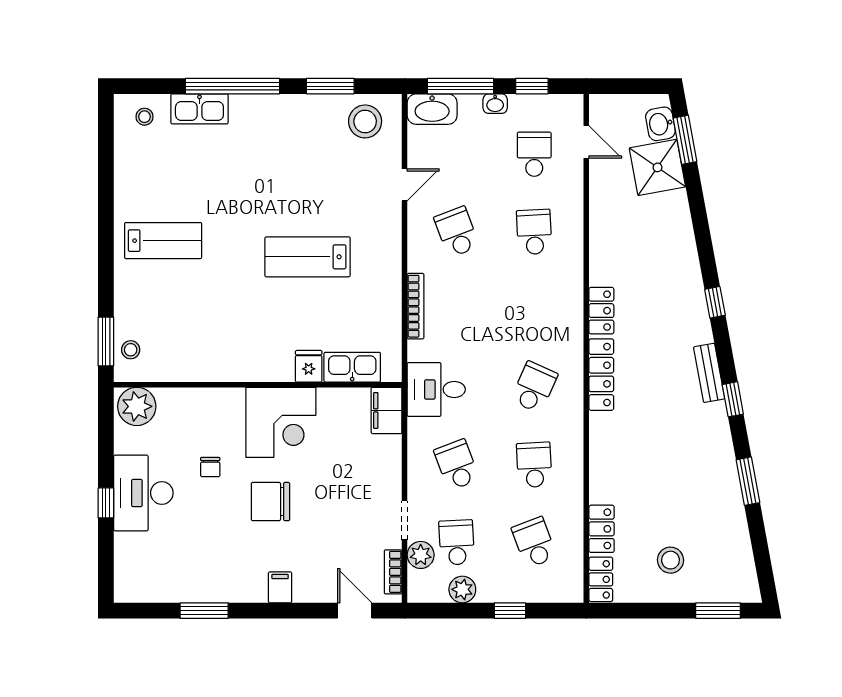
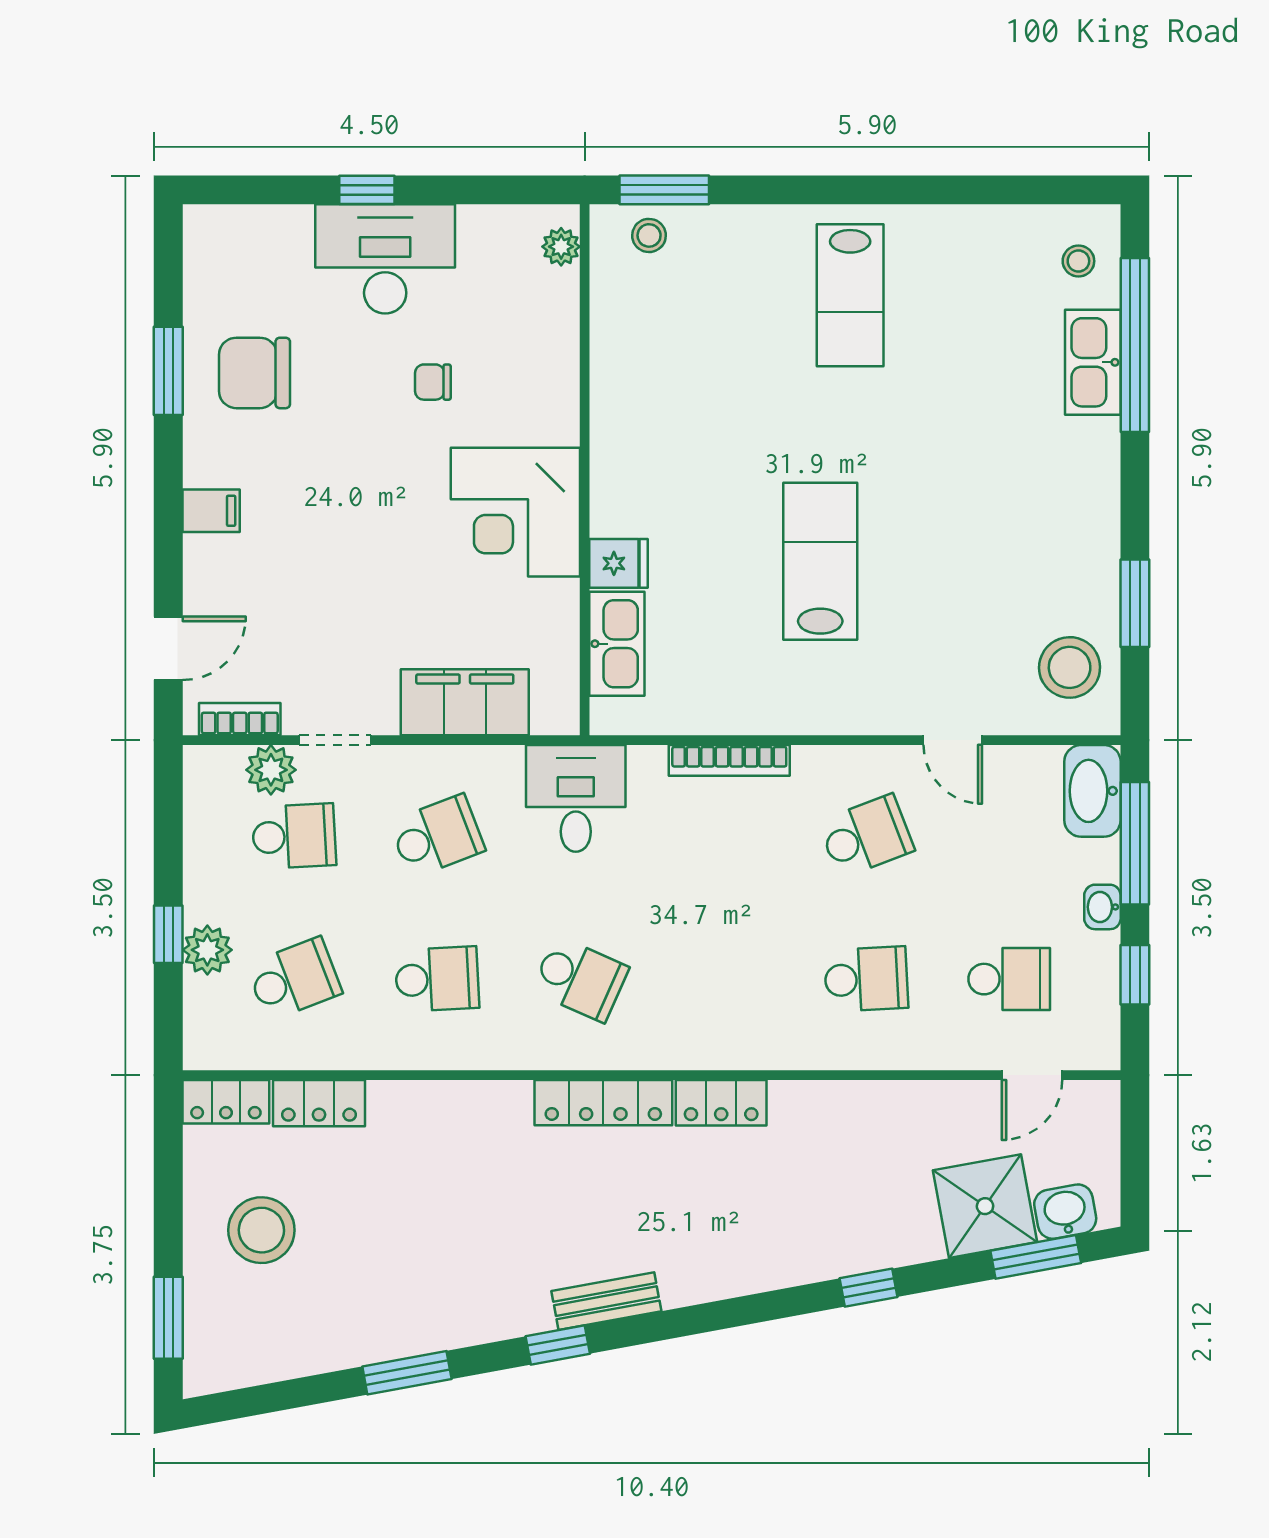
window: (232, 86) -> (1135, 345), moved
window: (715, 302) -> (868, 1288), moved
plant: (137, 406) -> (561, 247), width x0.53, depth x0.53
filing cabinet: (387, 410) -> (465, 702), moved, width x1.50, depth x1.17
chair: (271, 502) -> (254, 373), moved, turned -90
stool: (670, 560) -> (261, 1230), width x1.38, depth x1.38
plant: (462, 589) -> (207, 950), moved

